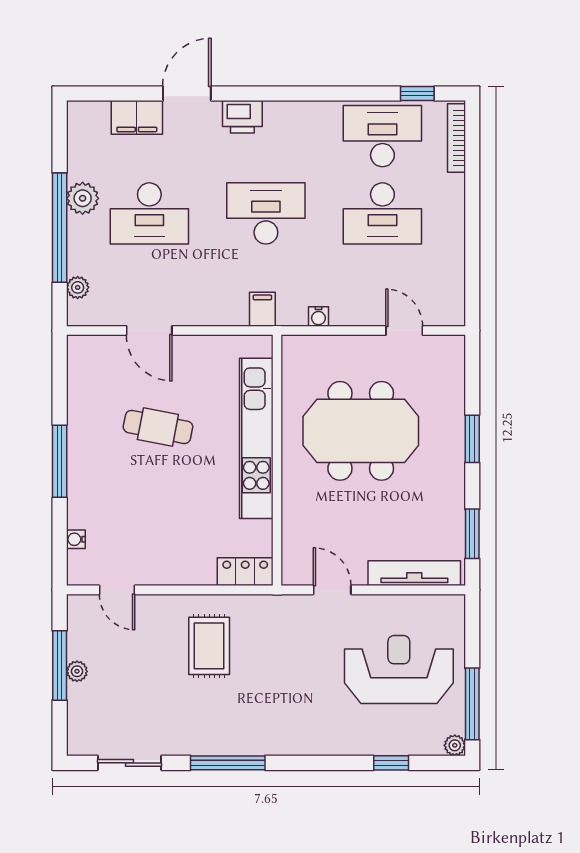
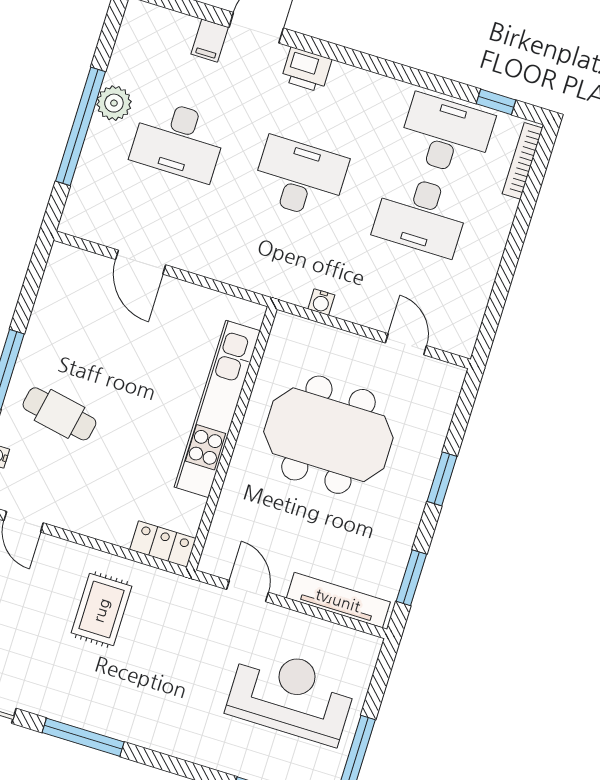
filing cabinet: (137, 117) -> (210, 41), width x0.50
plant: (78, 287) -> (80, 194), removed
filing cabinet: (262, 309) -> (265, 277), removed
cafe table: (158, 427) -> (59, 414), moved

